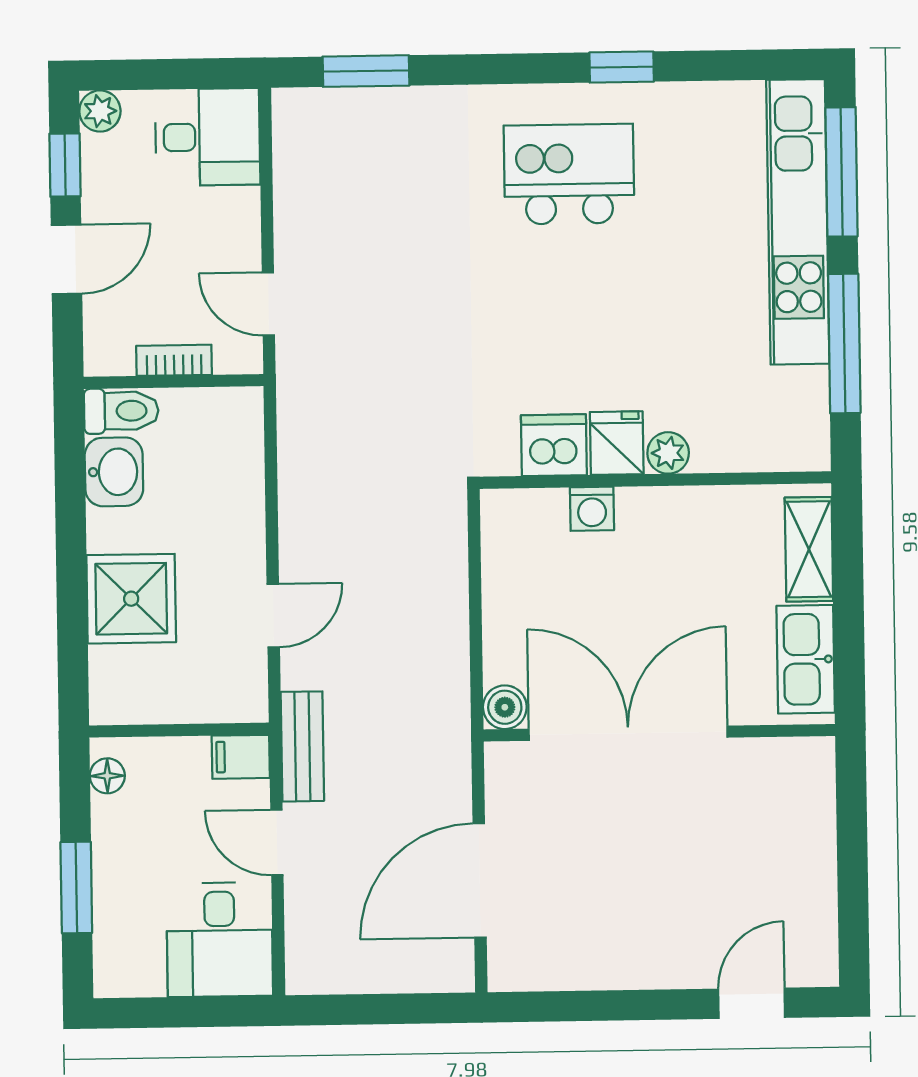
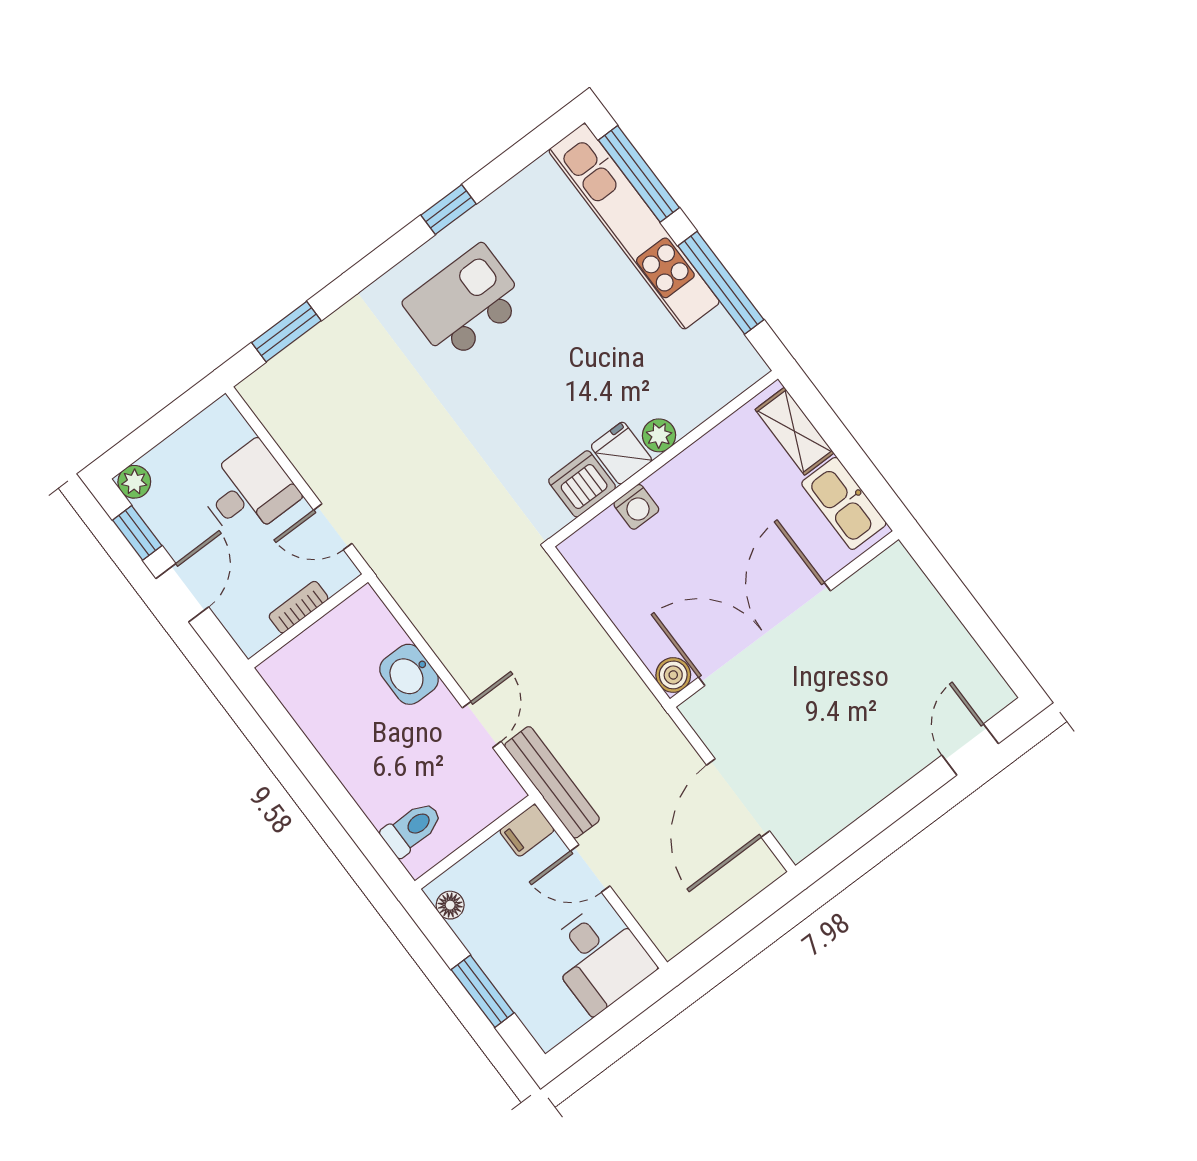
desk: (208, 137) -> (248, 491), moved
toilet: (121, 411) -> (412, 829), moved
washbasin: (114, 472) -> (409, 674), moved, turned 180
shower: (131, 599) -> (383, 780), removed
bench: (302, 746) -> (552, 782), width x1.36

